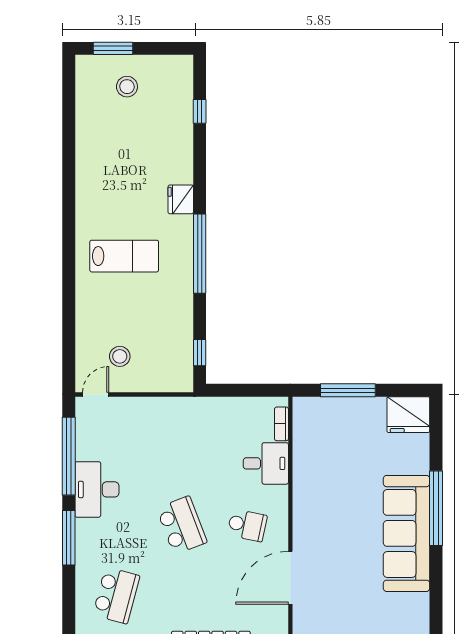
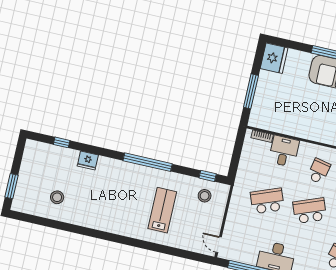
stool: (127, 87) -> (57, 197), moved
fridge: (181, 199) -> (88, 160), moved
lab bench: (124, 256) -> (162, 210), moved
stool: (120, 356) -> (205, 196), moved
school desk: (182, 455) -> (267, 201), added

